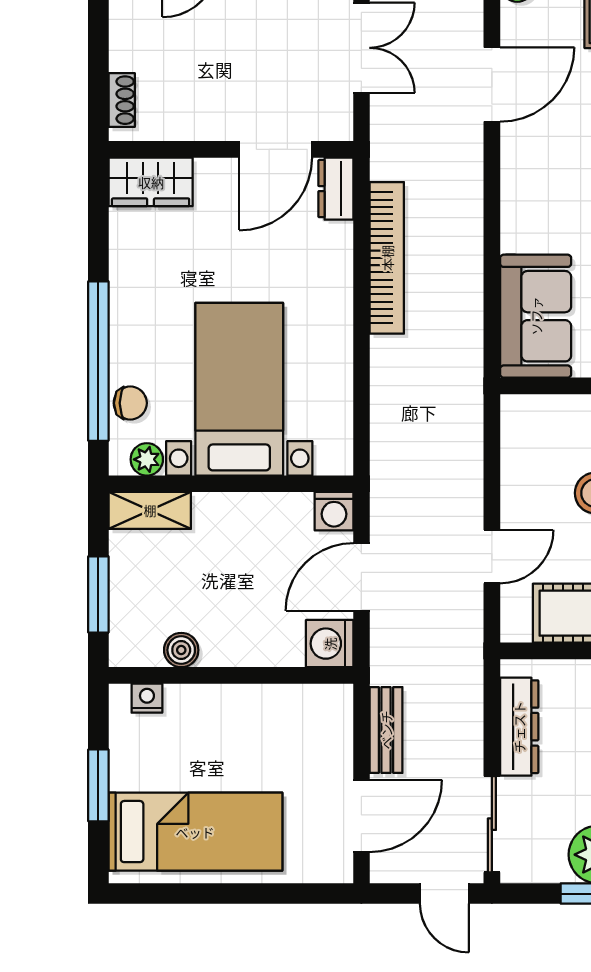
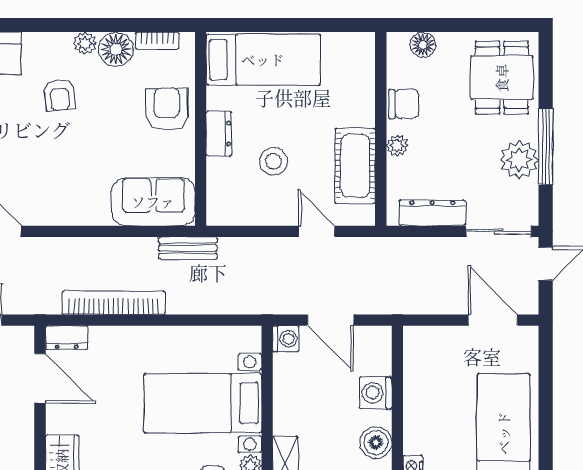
washing machine: (330, 644) -> (376, 393), moved, turned 90
boiler: (181, 650) -> (376, 443), width x1.36, depth x1.36
bench: (386, 730) -> (188, 248), moved

